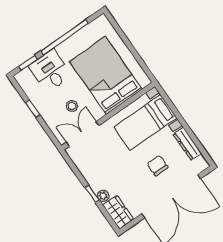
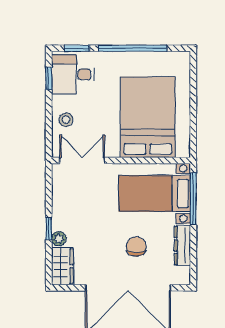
desk: (50, 71) -> (73, 74), moved, turned -90
stool: (72, 106) -> (66, 120), moved
window: (173, 108) -> (193, 199), added
window: (33, 109) -> (49, 78), moved

